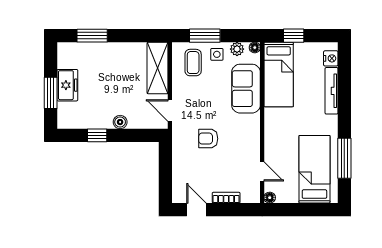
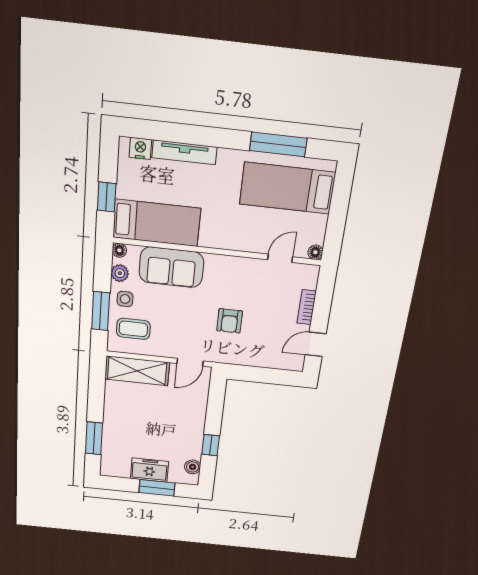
boiler: (120, 122) -> (193, 467), moved

